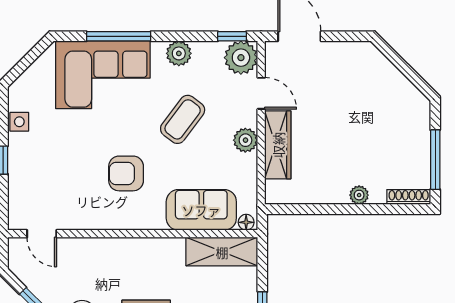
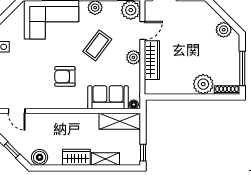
plant: (403, 92) -> (224, 30), added
door: (261, 93) -> (142, 31), hinge flipped
plant: (359, 195) -> (203, 84), width x1.88, depth x1.88

